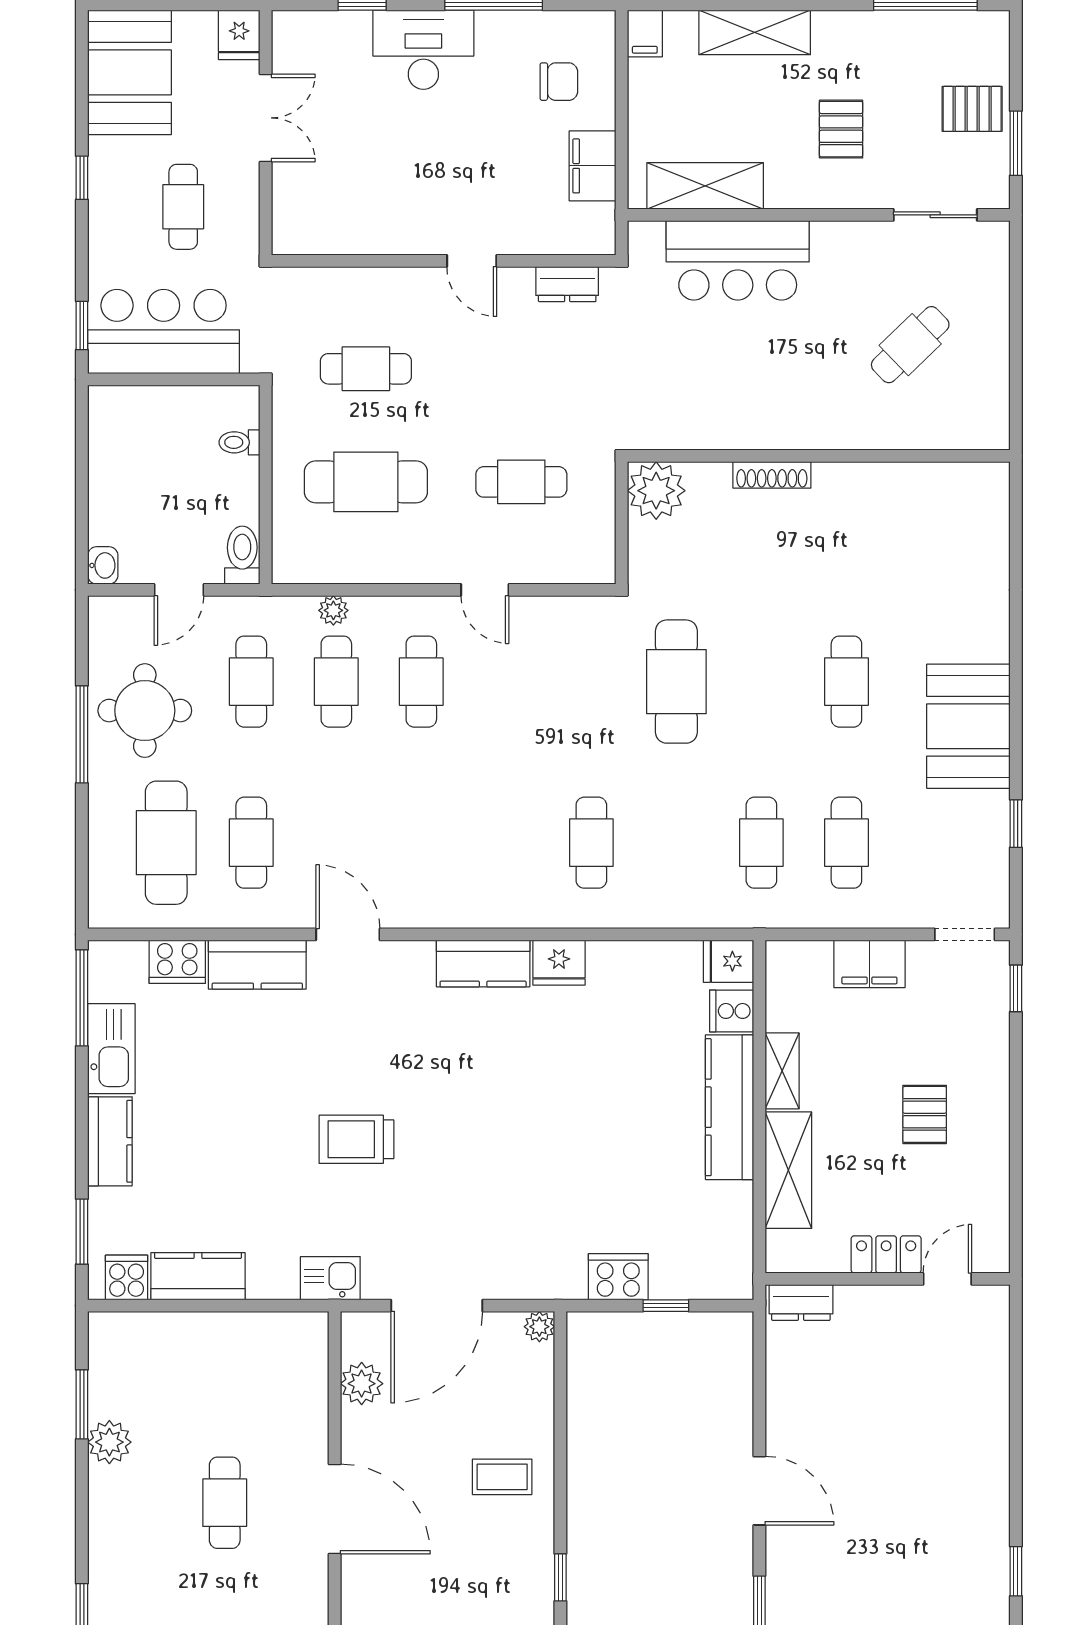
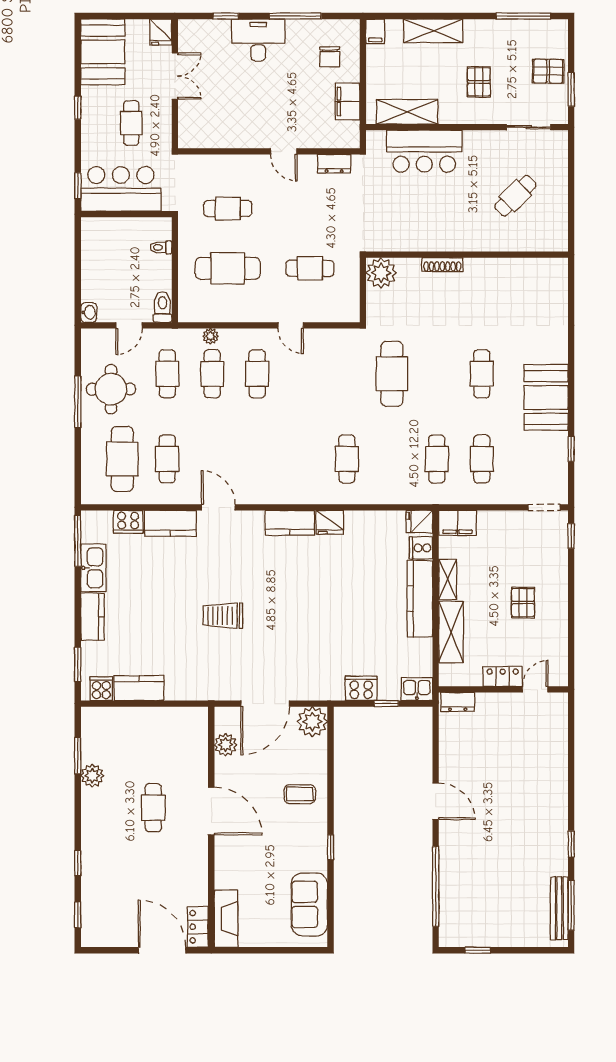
chair: (559, 82) -> (330, 57), turned 90
filing cabinet: (869, 964) -> (458, 523), moved
kitchen sink: (330, 1278) -> (417, 689), moved
plant: (539, 1327) -> (312, 722), width x1.88, depth x1.88

